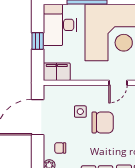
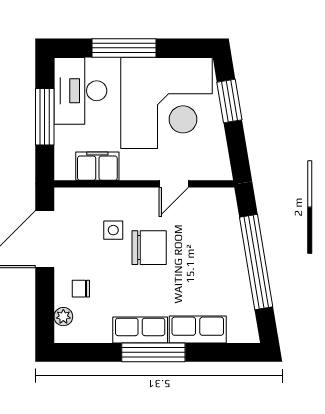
window: (38, 41) -> (45, 117), width x2.17
filing cabinet: (57, 72) -> (97, 166), moved

